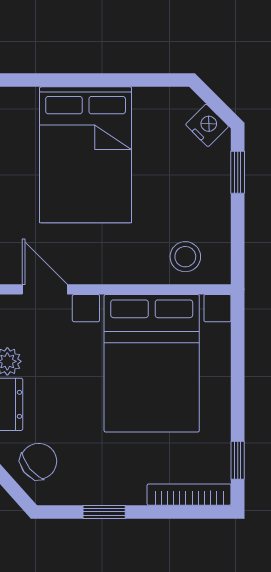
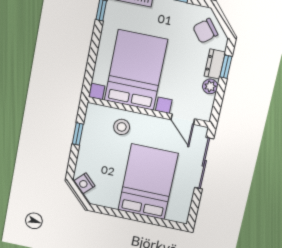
window: (238, 172) -> (78, 134), moved
stool: (185, 257) -> (122, 127), moved

